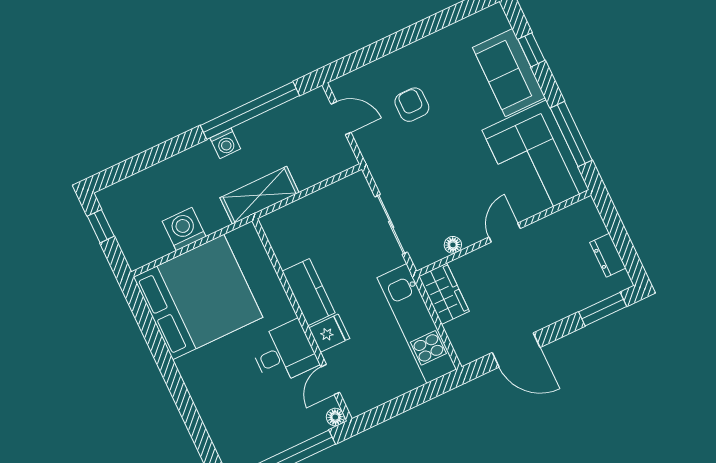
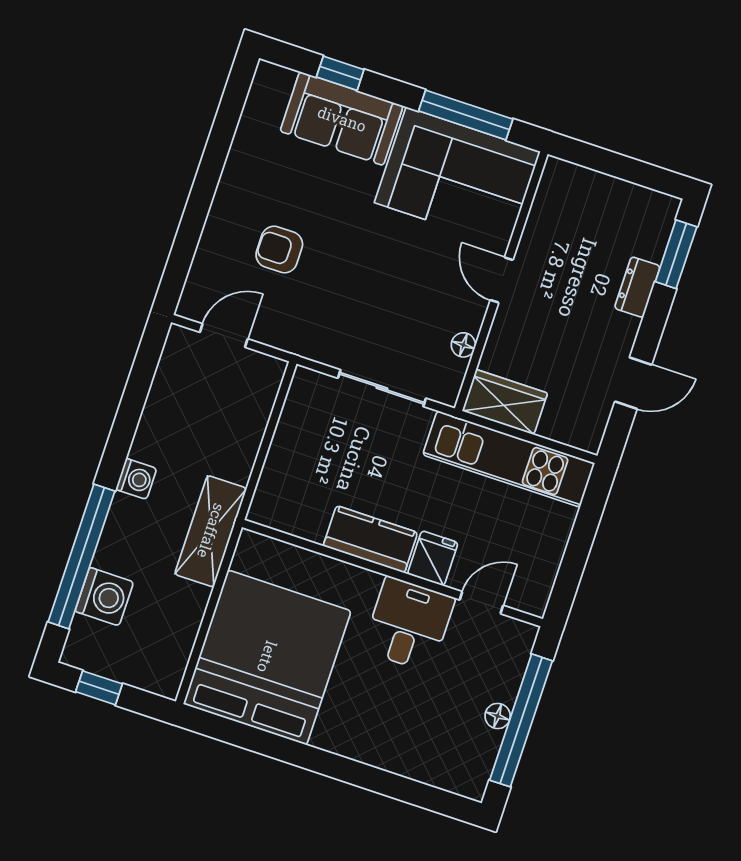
window: (250, 110) -> (81, 557), moved
shelving: (260, 195) -> (211, 531), moved
washing machine: (184, 229) -> (104, 597), moved, turned 180
dresser: (608, 255) -> (637, 287), moved, turned 90
door: (516, 350) -> (633, 383), width x0.73
door: (330, 380) -> (481, 603), swing flipped
floor lamp: (335, 417) -> (498, 716), moved

